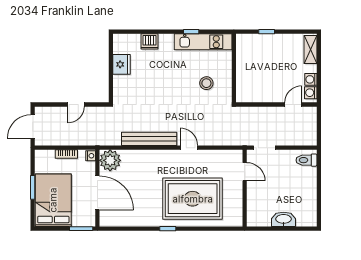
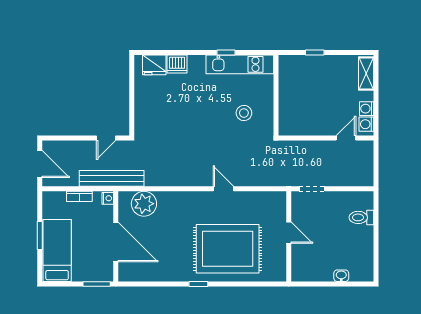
fridge: (122, 64) -> (154, 65), moved, turned 90
door: (76, 104) -> (106, 138), moved
door: (33, 127) -> (40, 164), swing flipped
bench: (149, 139) -> (112, 178), moved
plant: (110, 160) -> (144, 204), moved
toilet: (306, 160) -> (361, 217), moved
door: (245, 172) -> (289, 233), moved
bed: (53, 200) -> (57, 251), width x0.67
washbasin: (284, 219) -> (341, 276), width x0.52, depth x0.69

